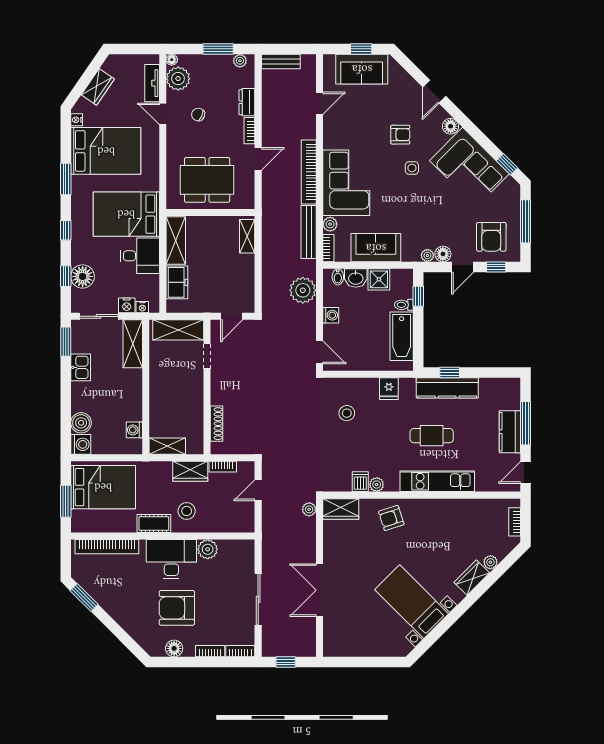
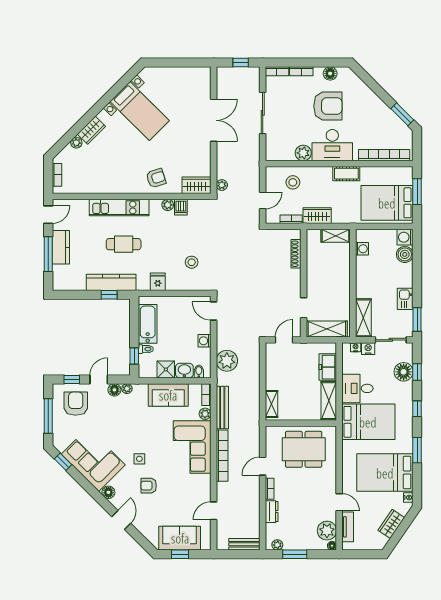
chair: (198, 115) -> (311, 502), removed
stool: (187, 511) -> (293, 182), moved

